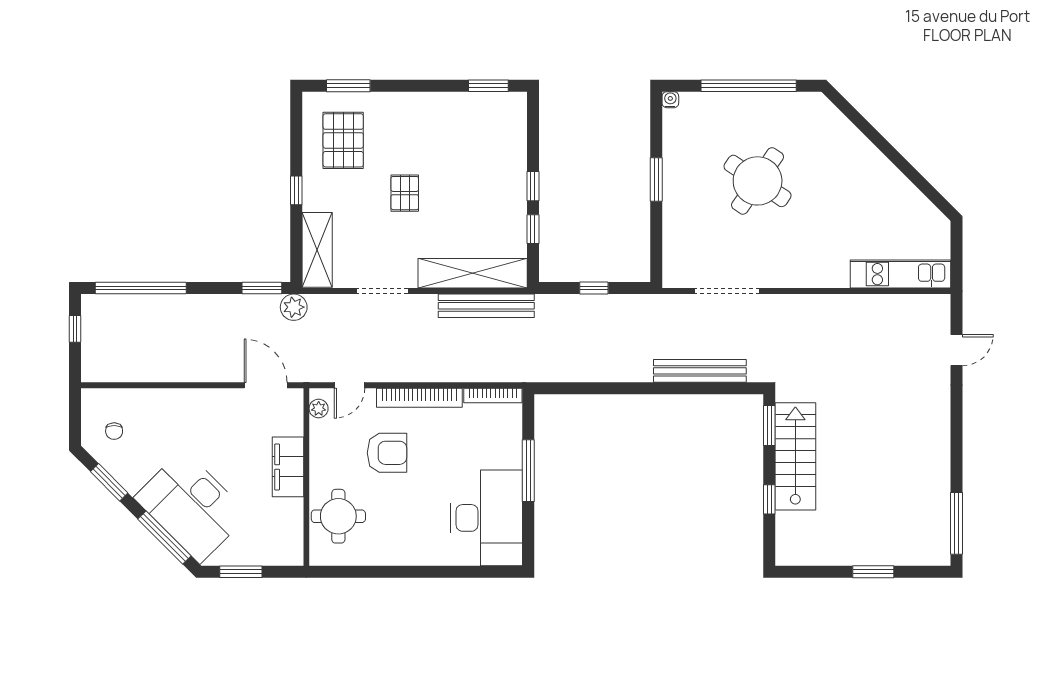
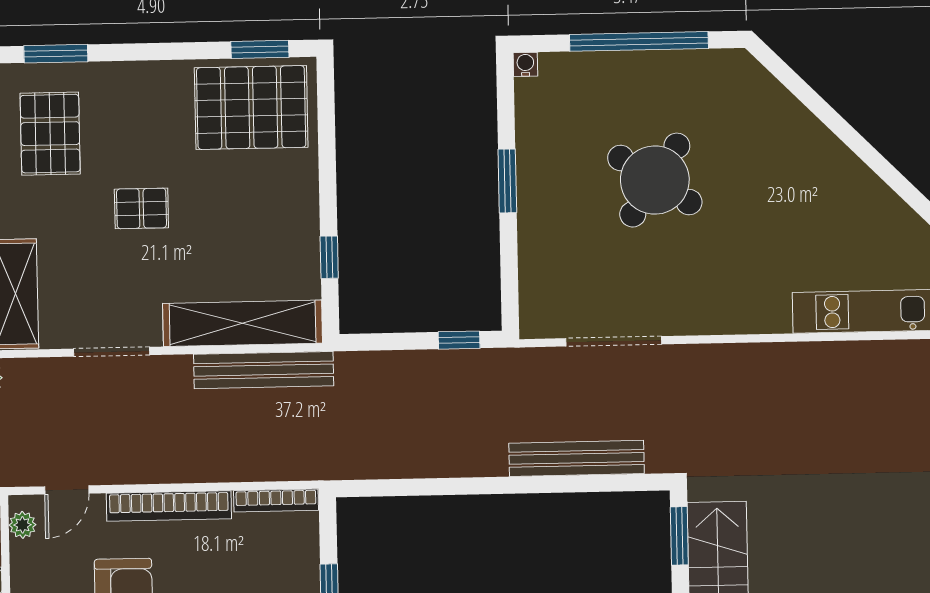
pallet: (482, 125) -> (251, 108), added
window: (533, 186) -> (328, 194), removed
pallet: (405, 193) -> (141, 208), turned 90
window: (594, 288) -> (459, 340), moved

